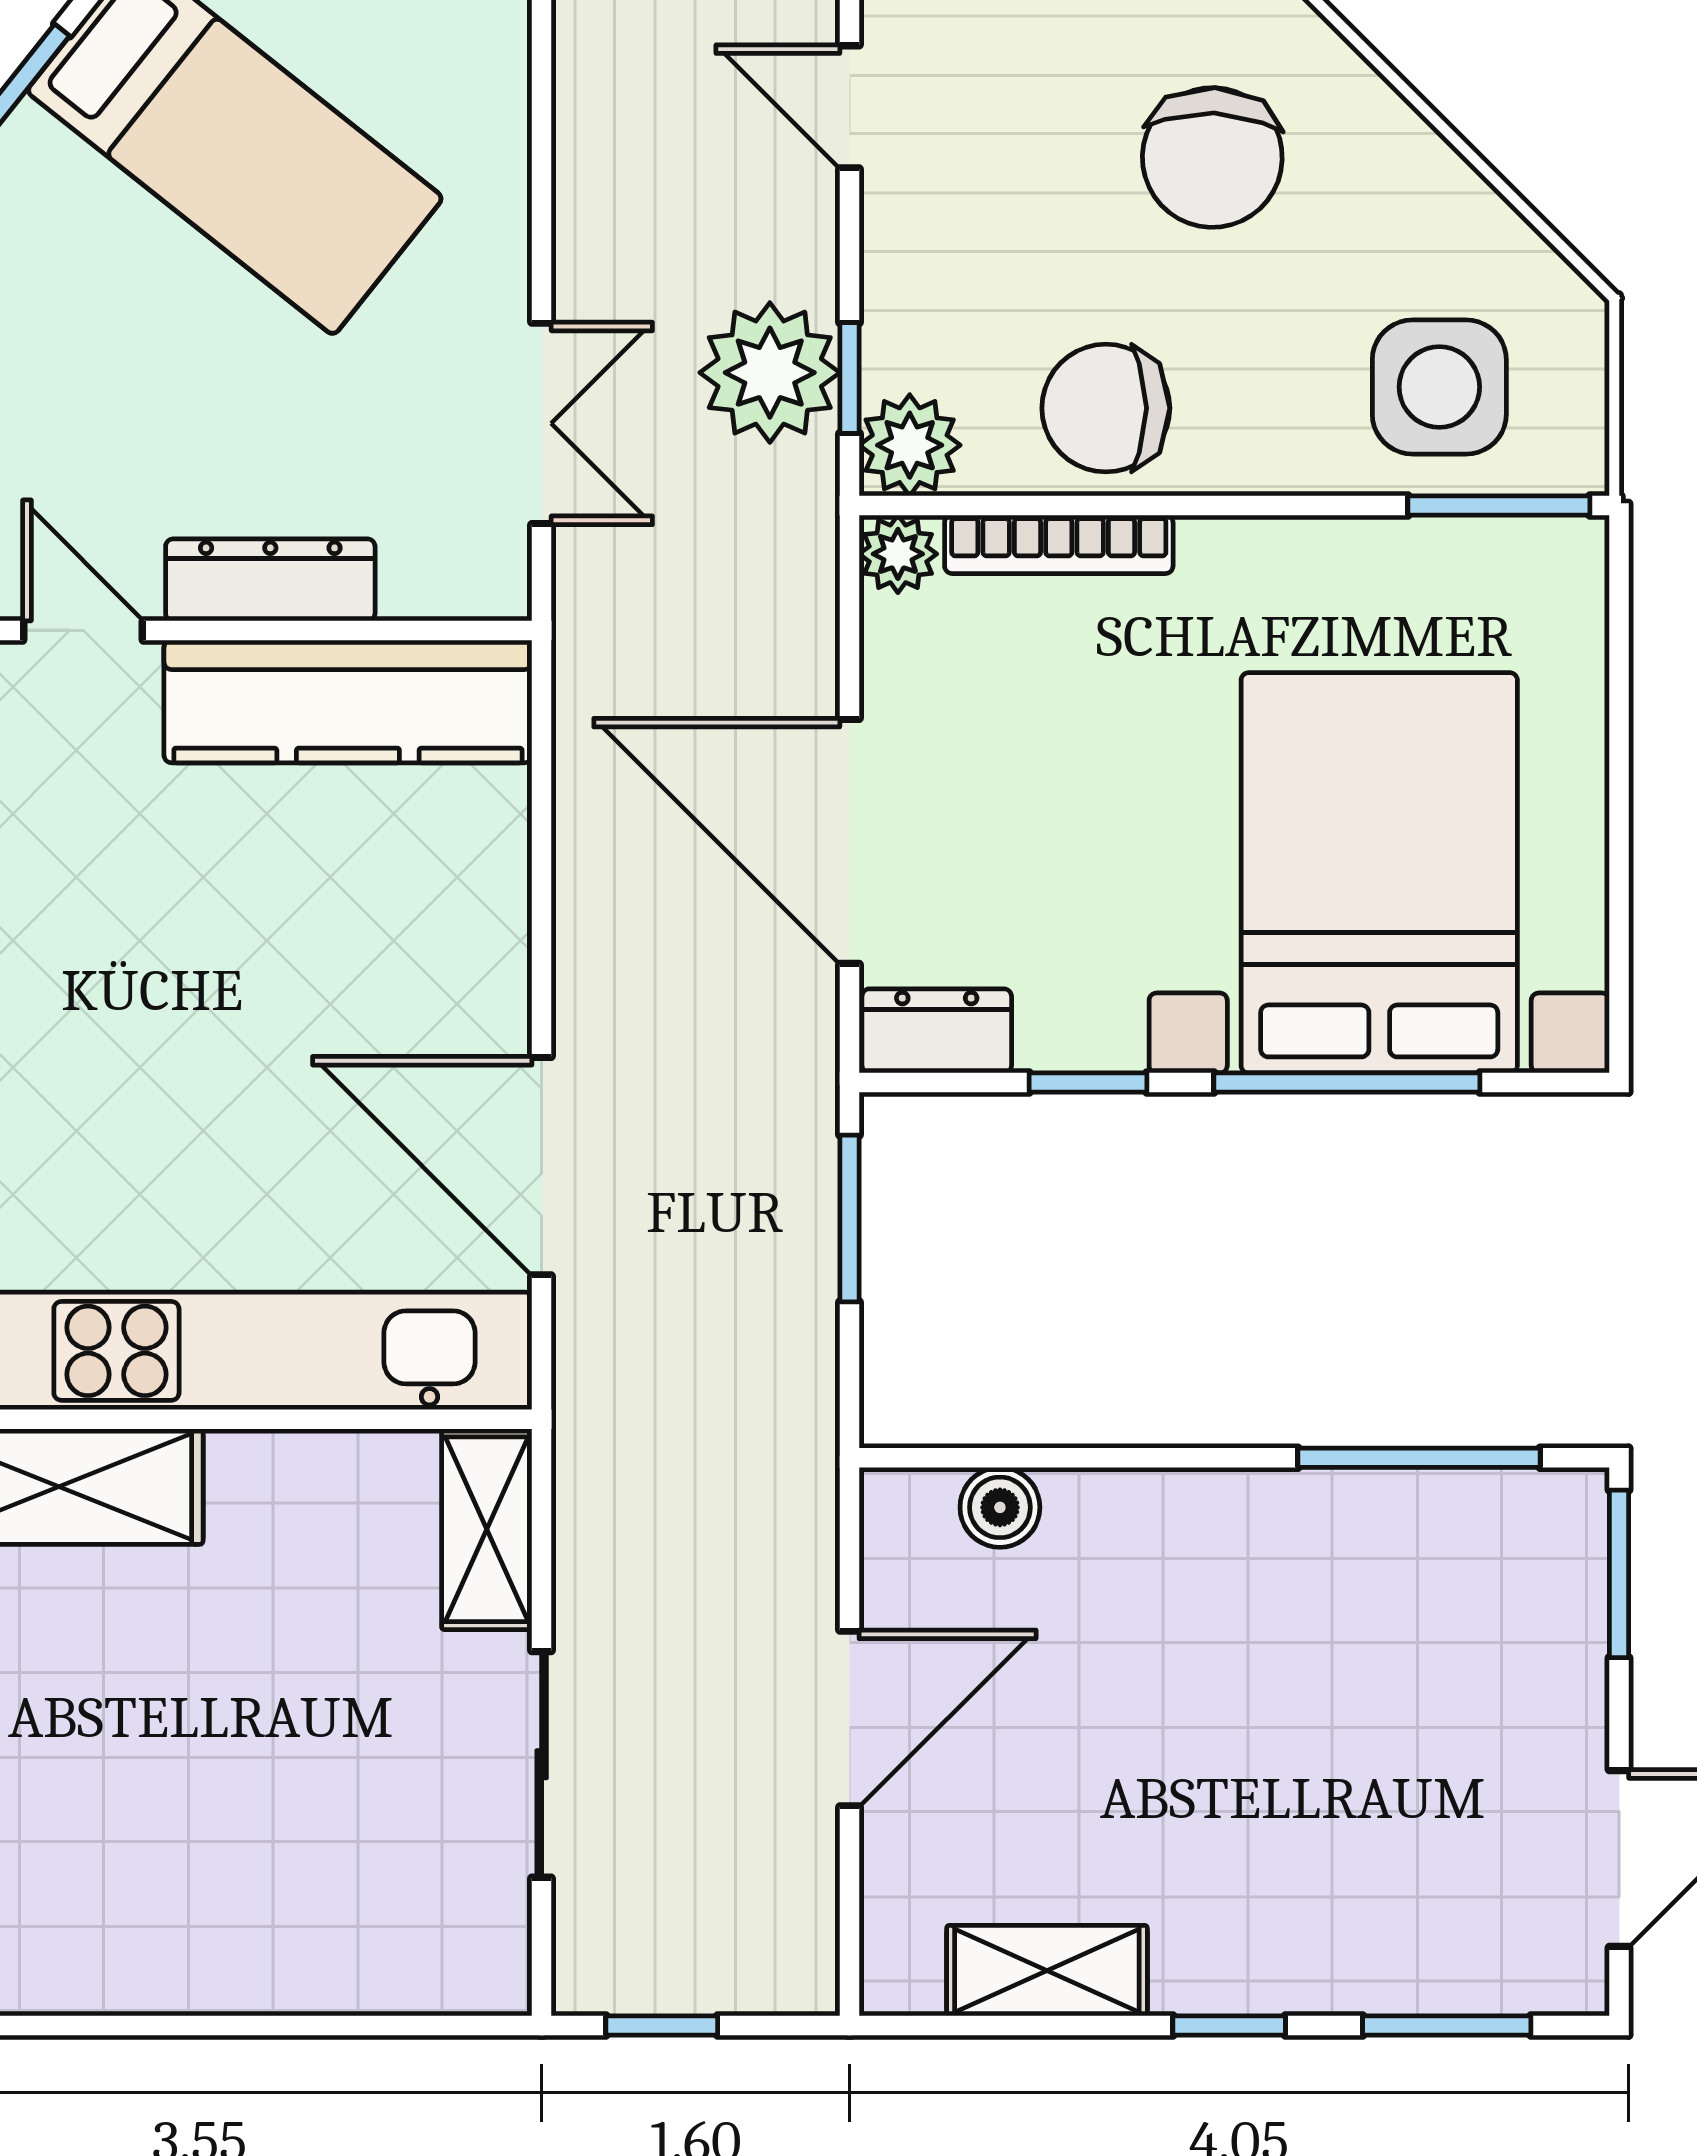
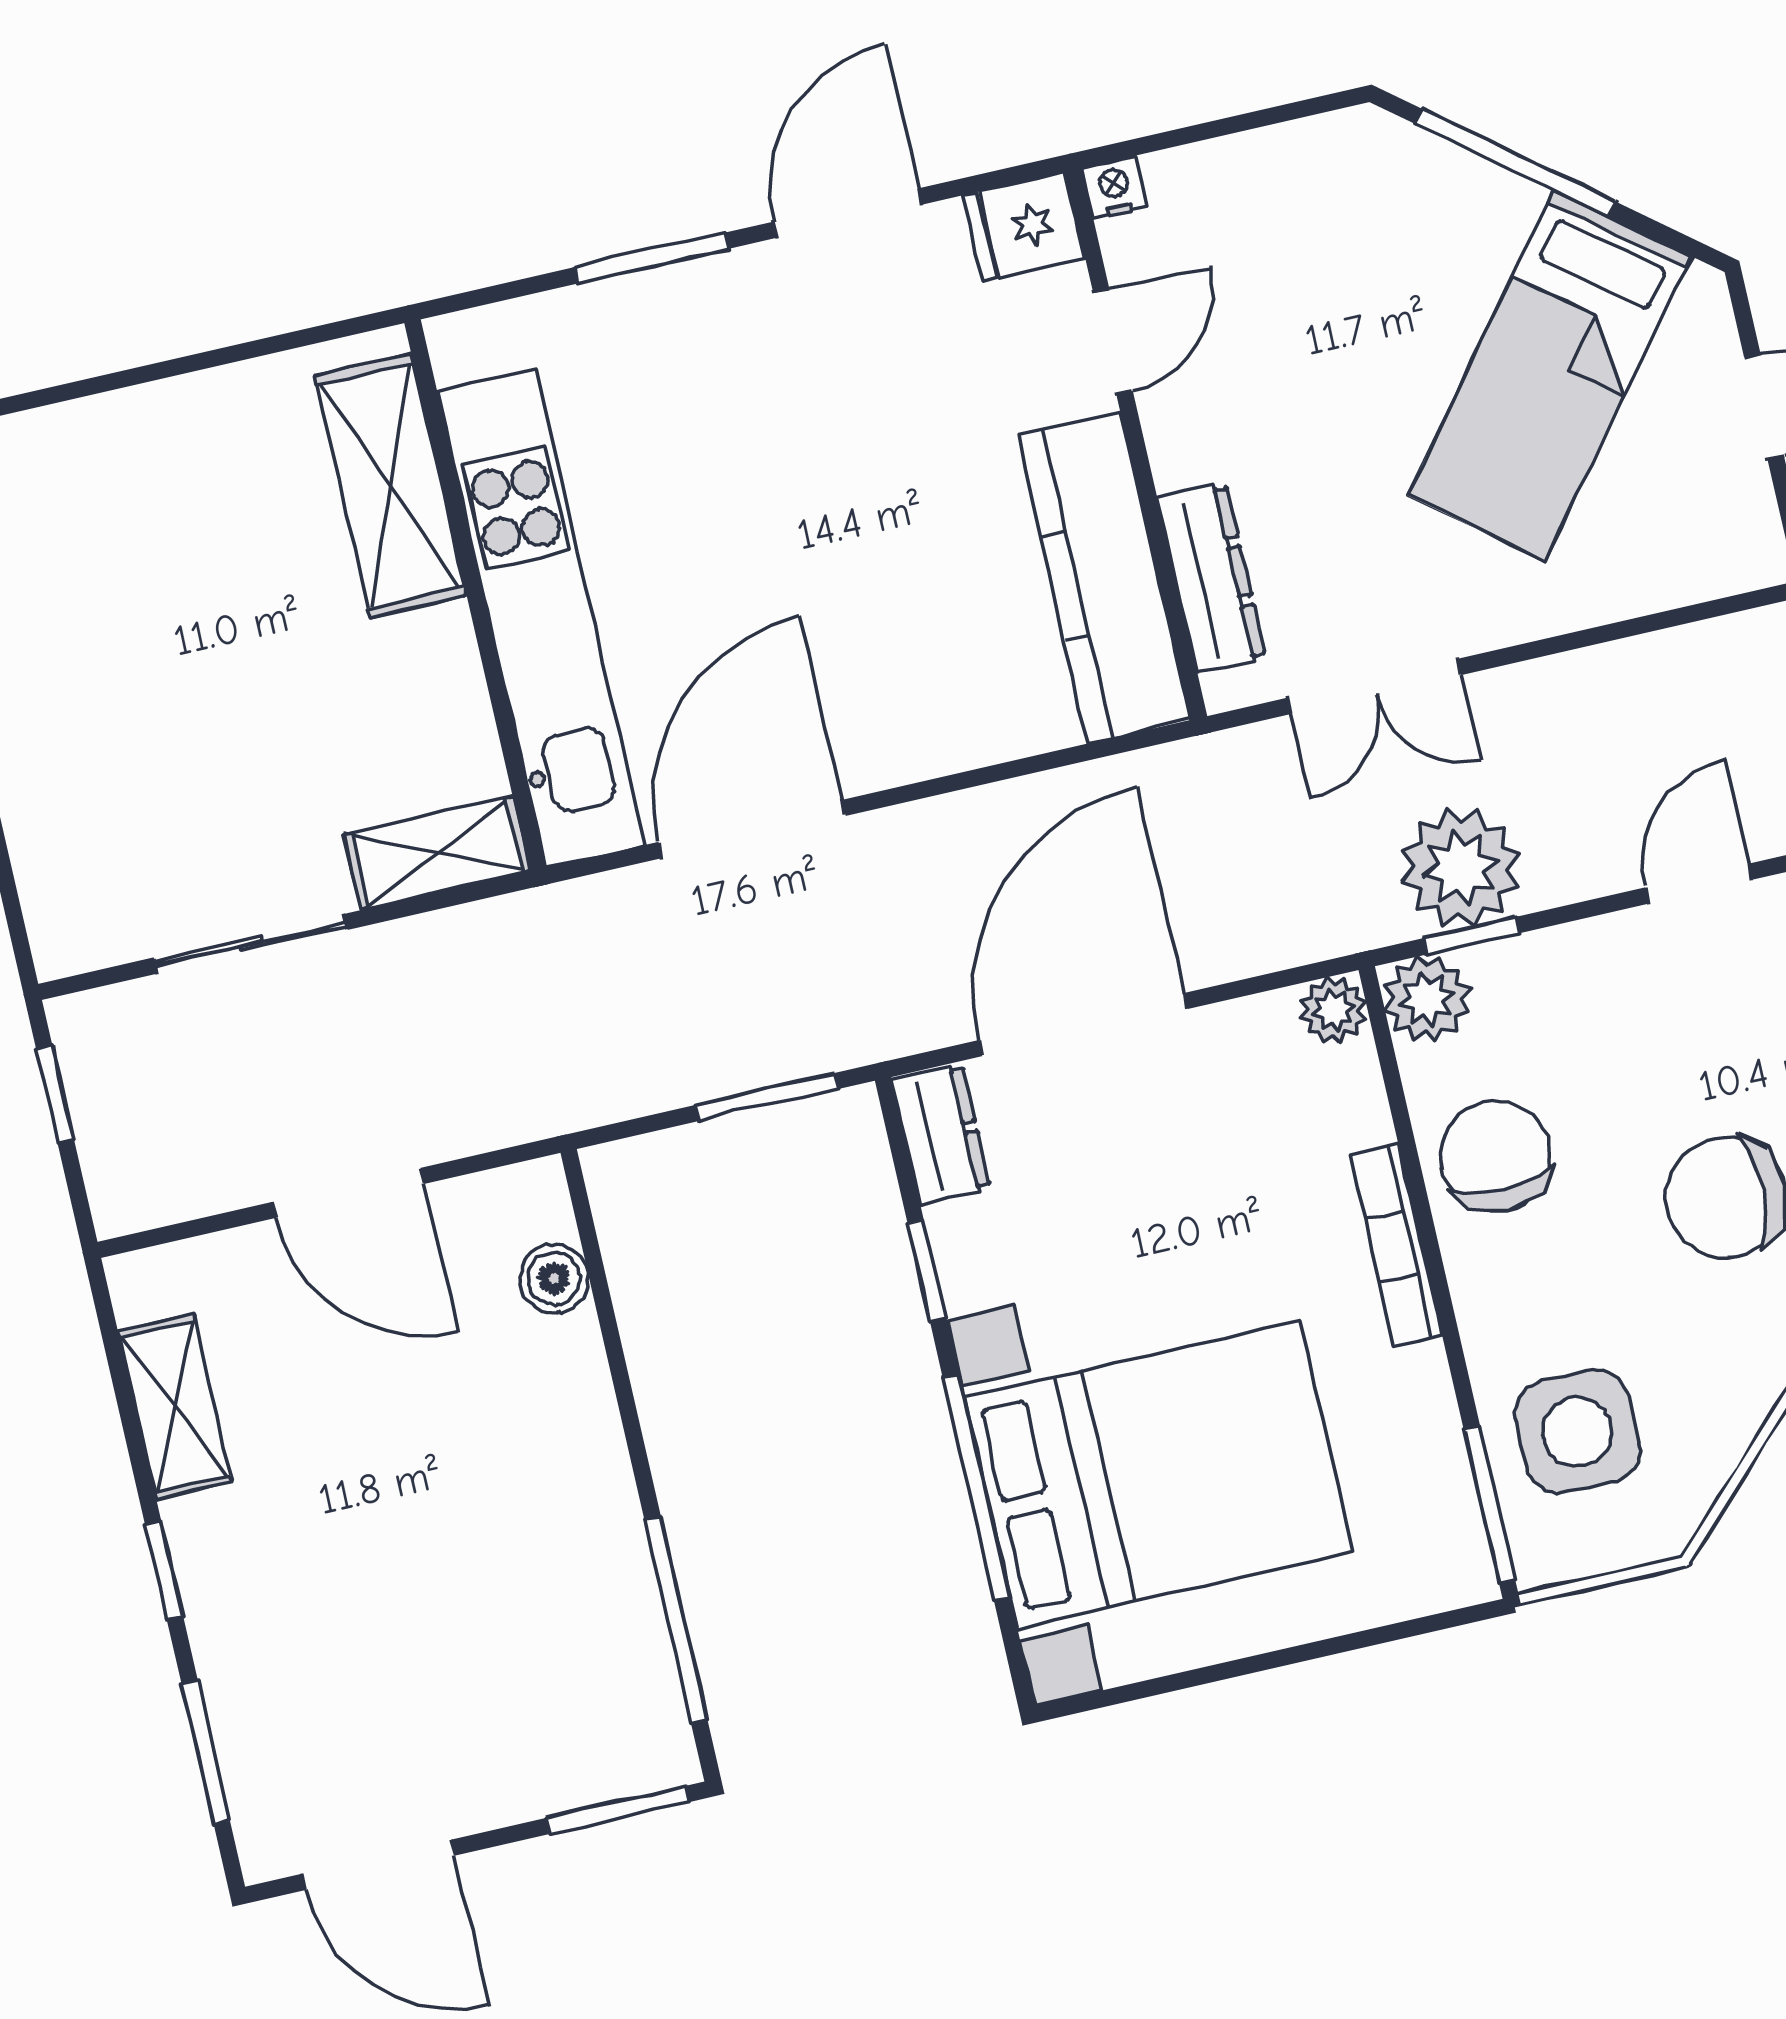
bookcase: (1059, 544) -> (1396, 1245), moved
dresser: (270, 580) -> (1212, 578), moved

